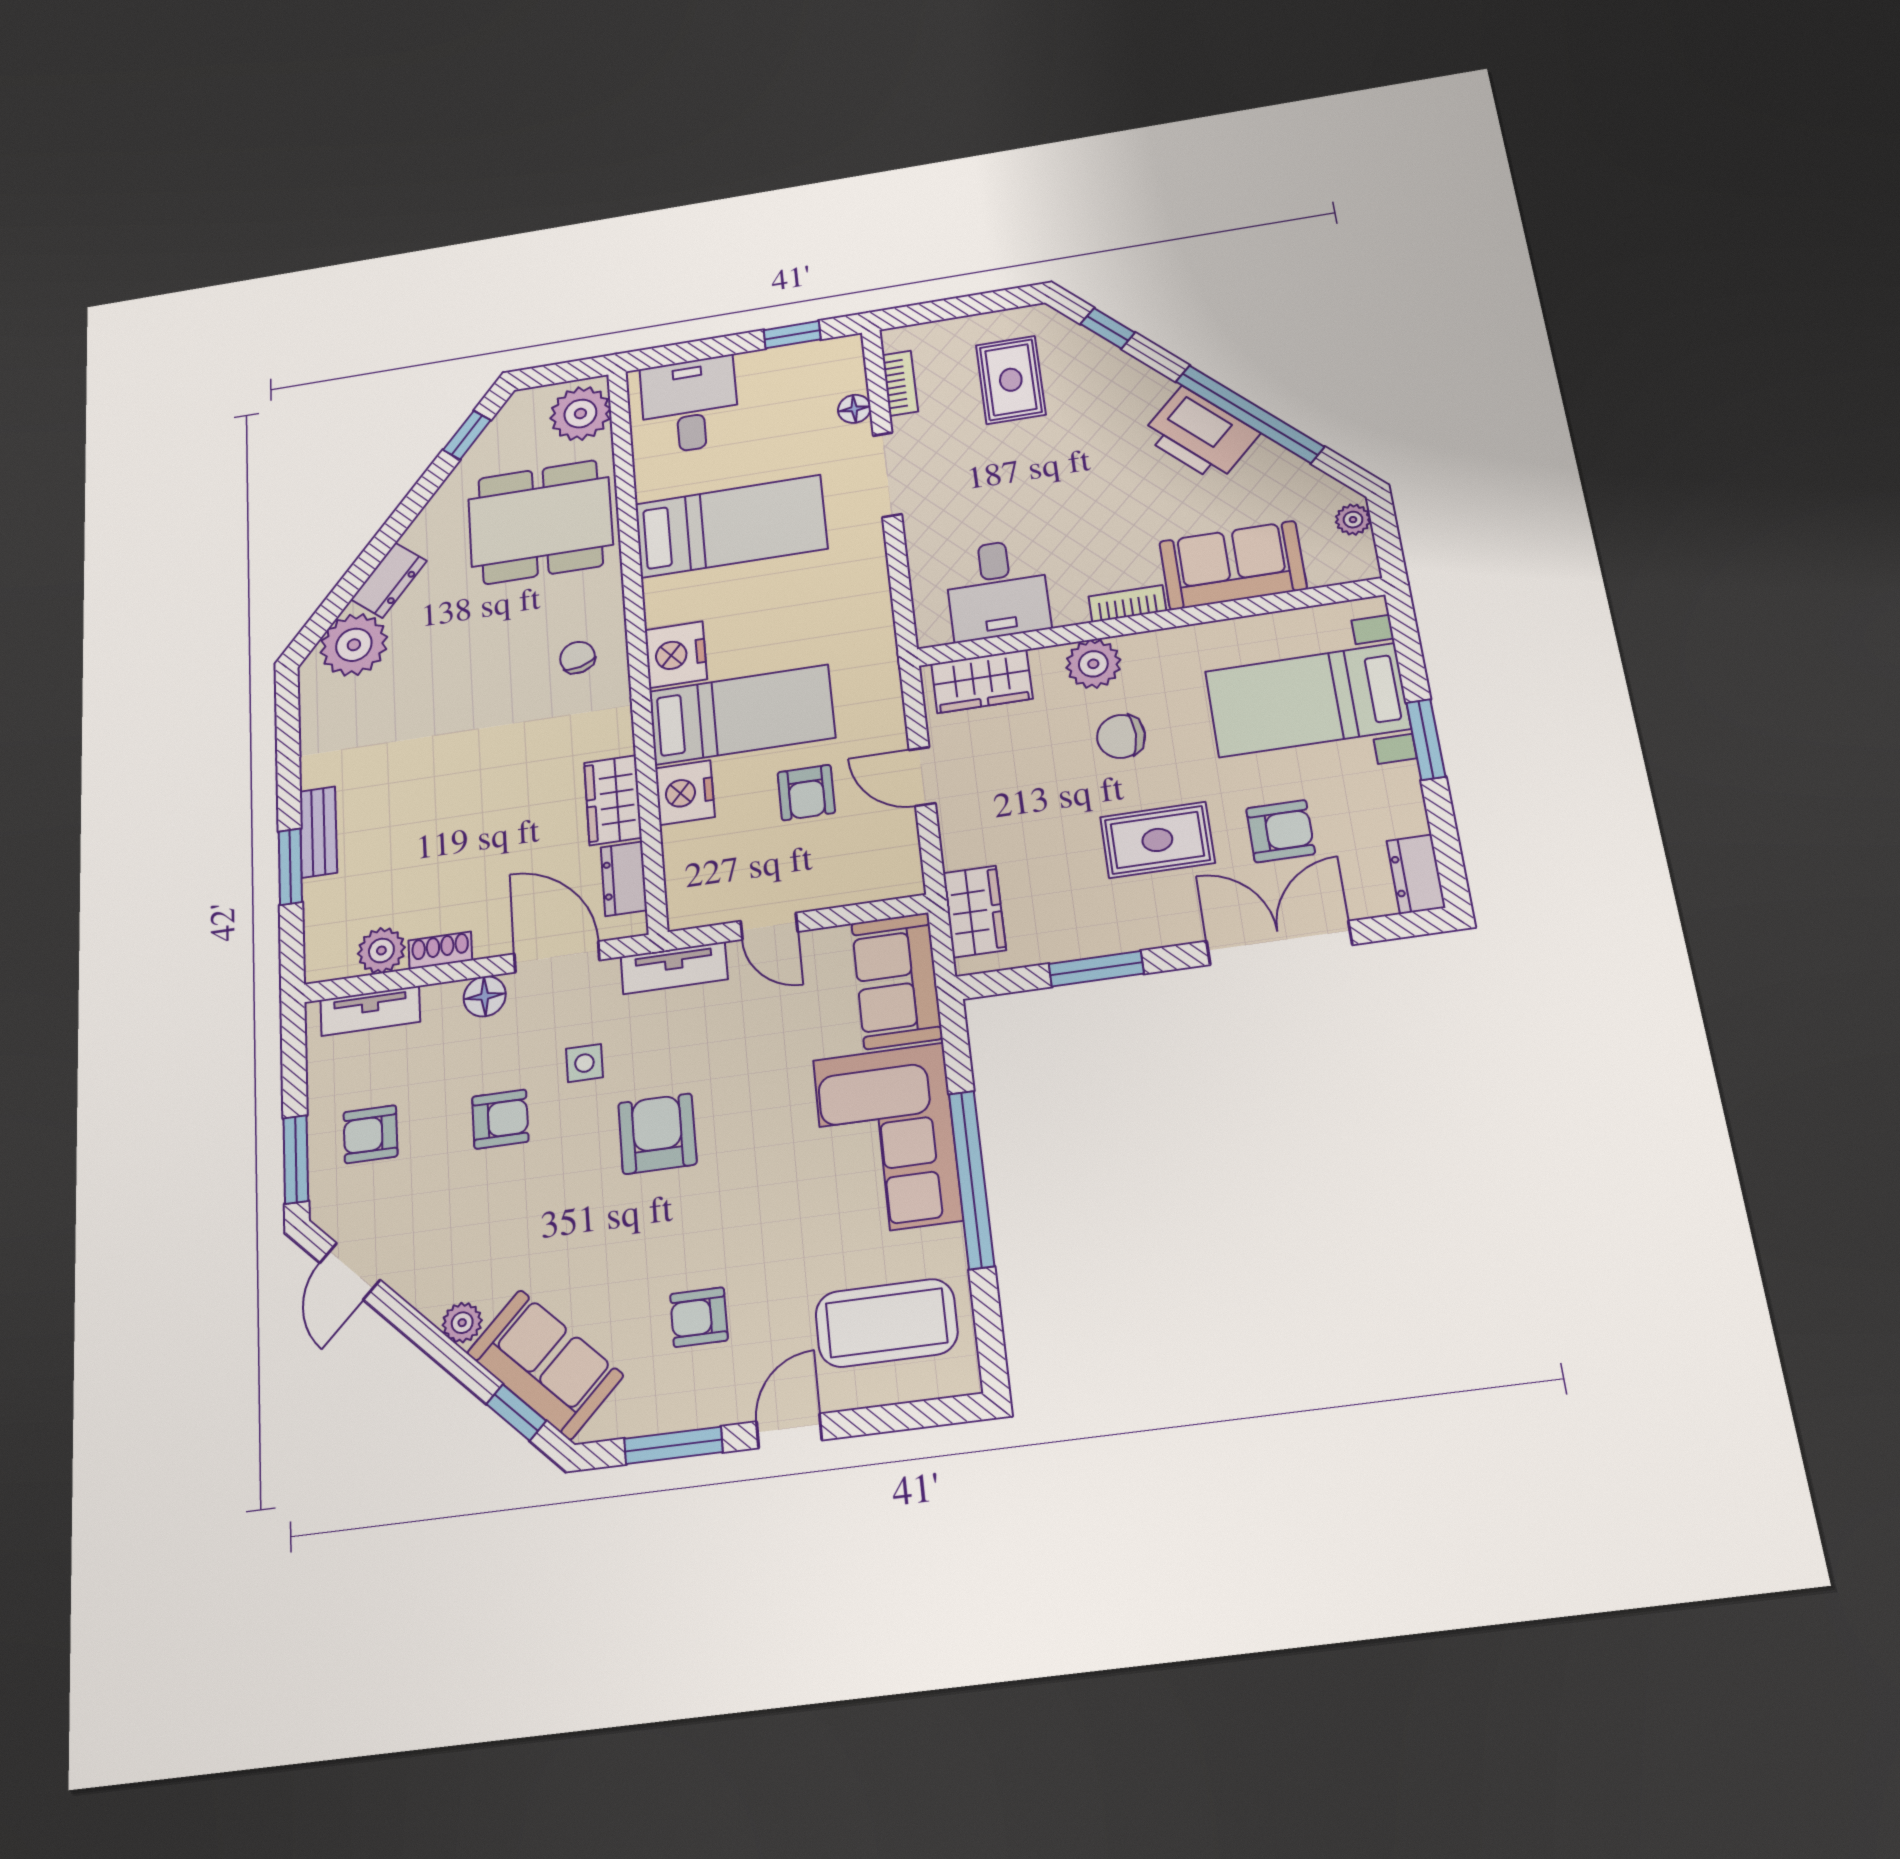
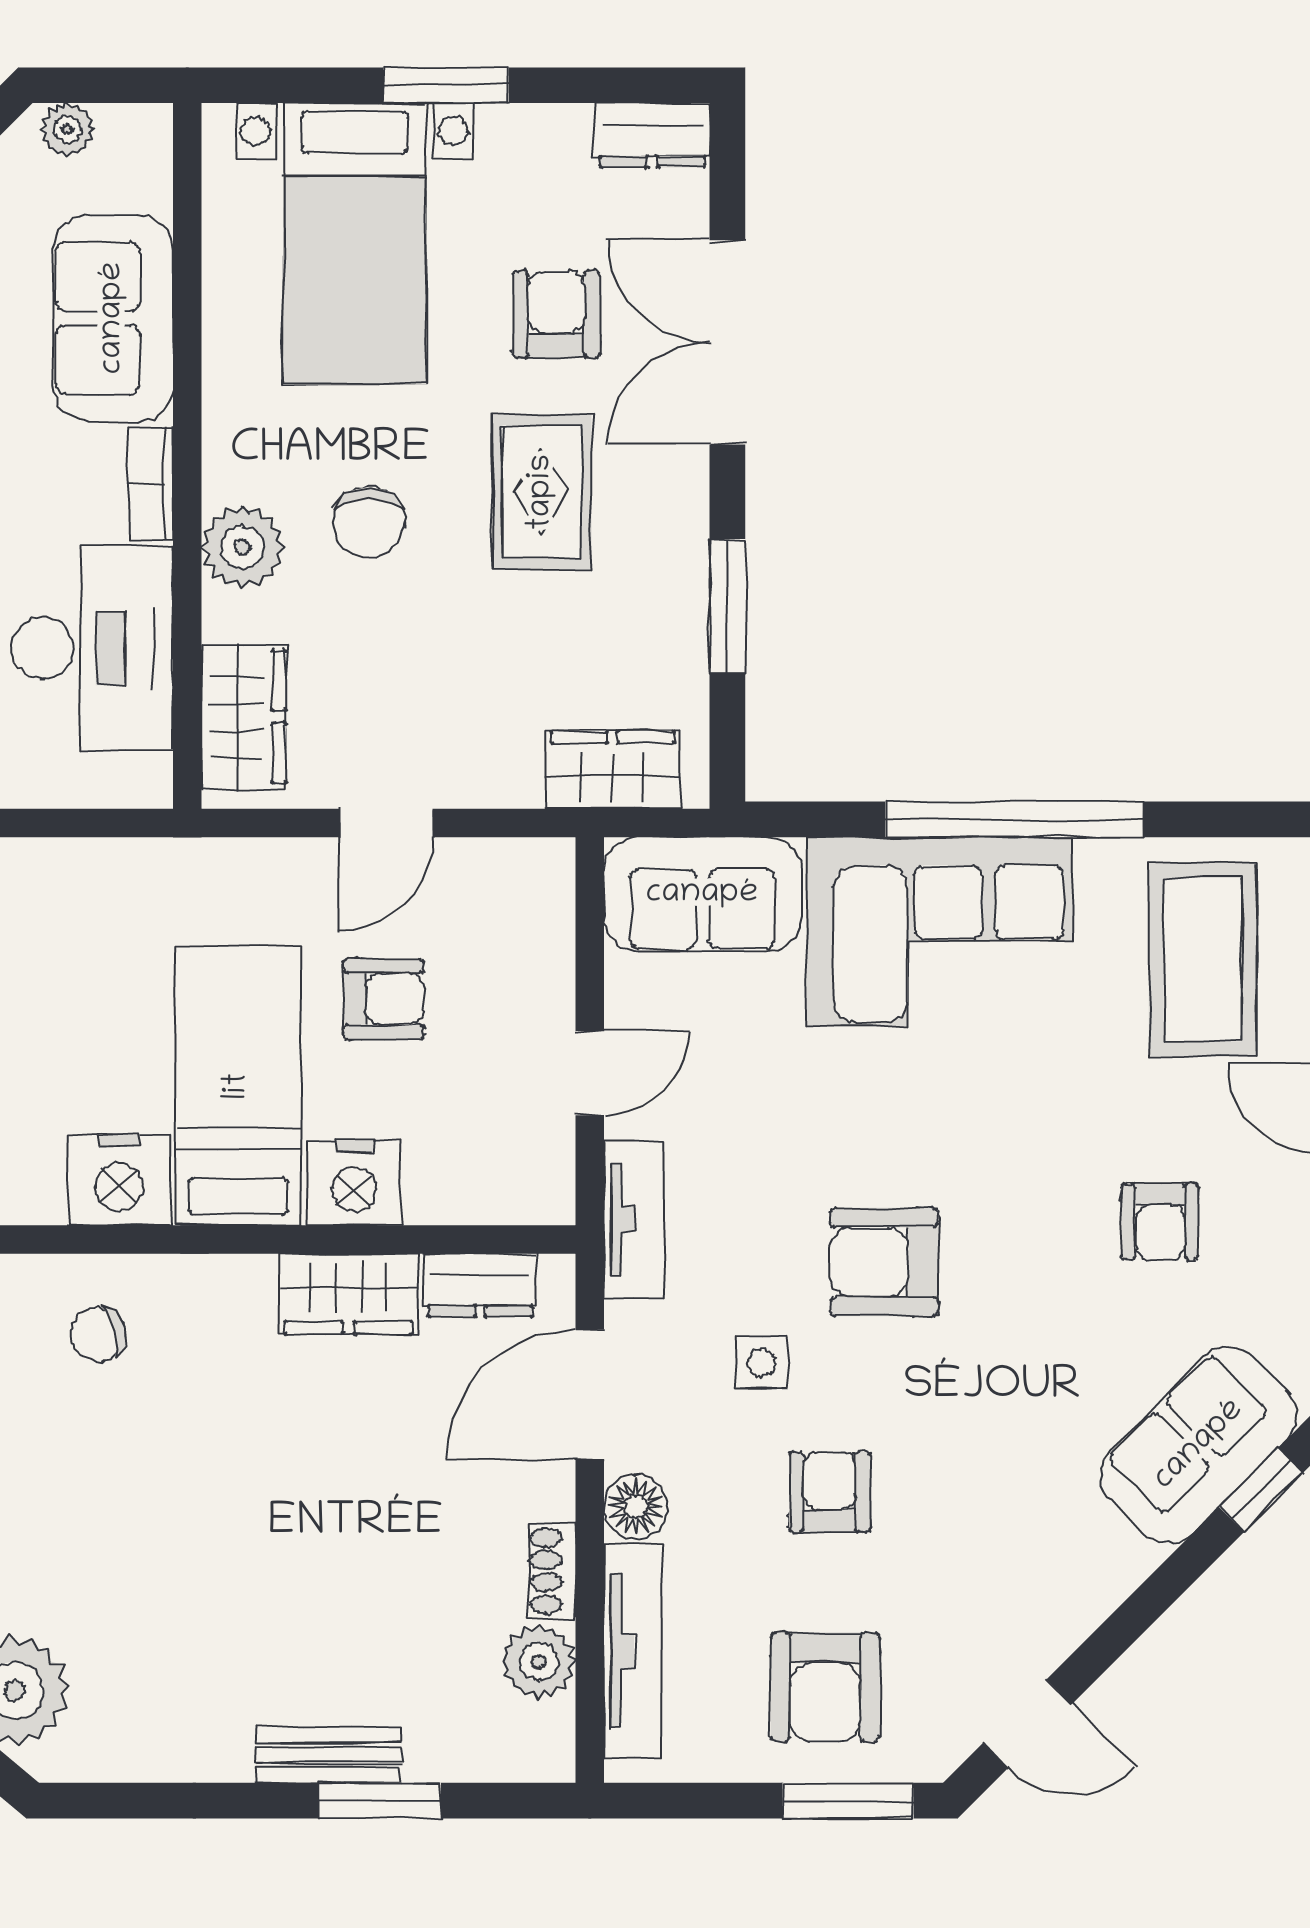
desk: (997, 590) -> (93, 648), width x1.37
tv unit: (370, 1011) -> (633, 1651), width x1.41
armchair: (370, 1134) -> (825, 1687), width x1.38, depth x1.38
plant: (462, 1323) -> (1124, 1562), removed

